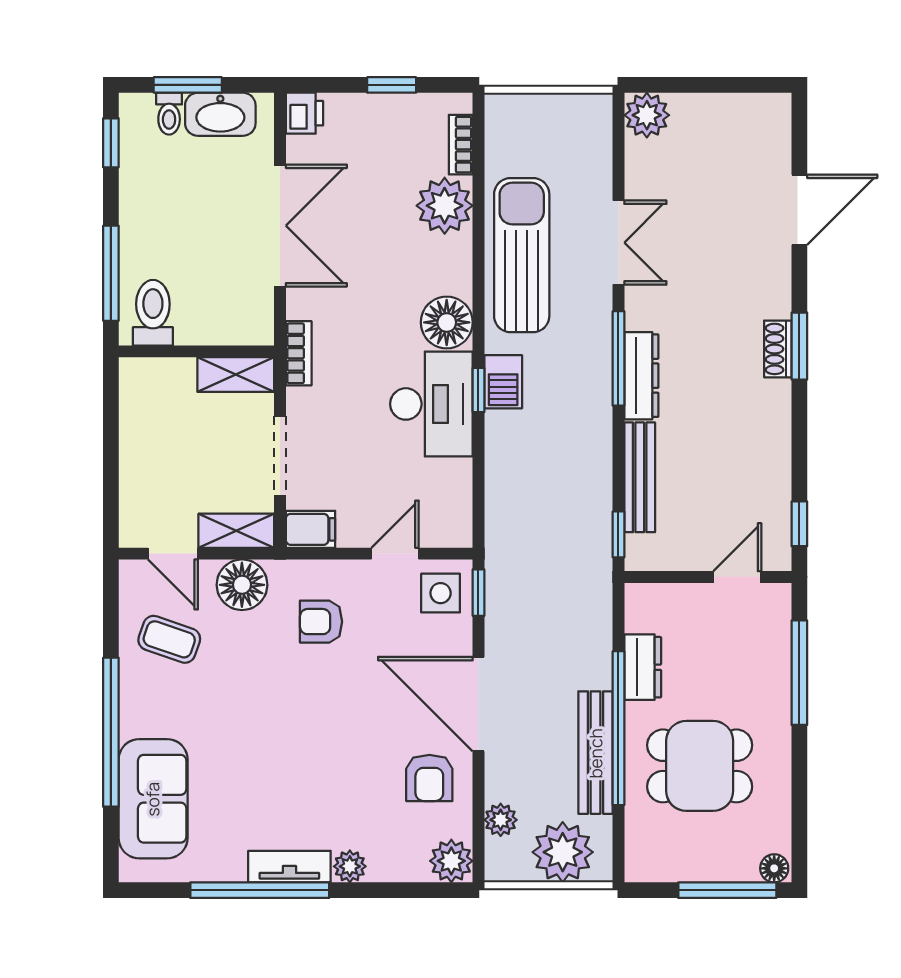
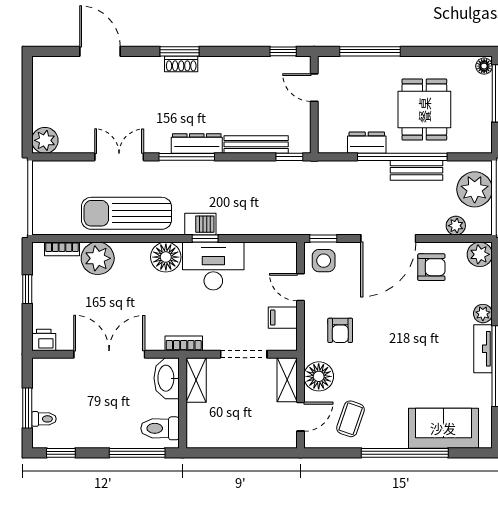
washbasin: (220, 114) -> (167, 378), moved, turned 180
filing cabinet: (311, 529) -> (283, 318), moved, turned -90
bench: (596, 753) -> (417, 170), width x0.73

